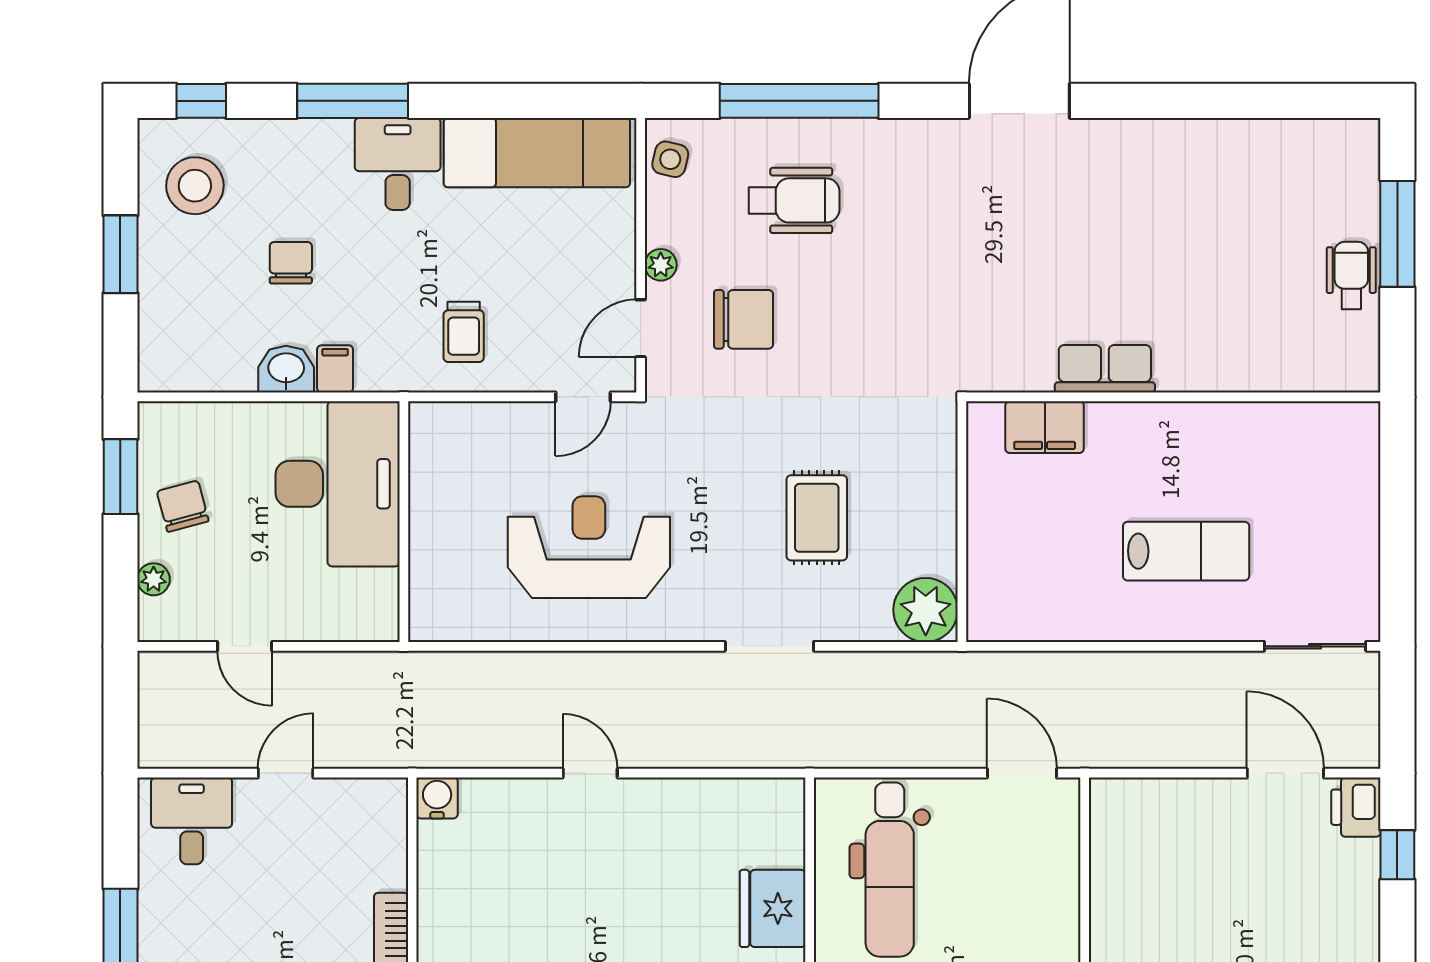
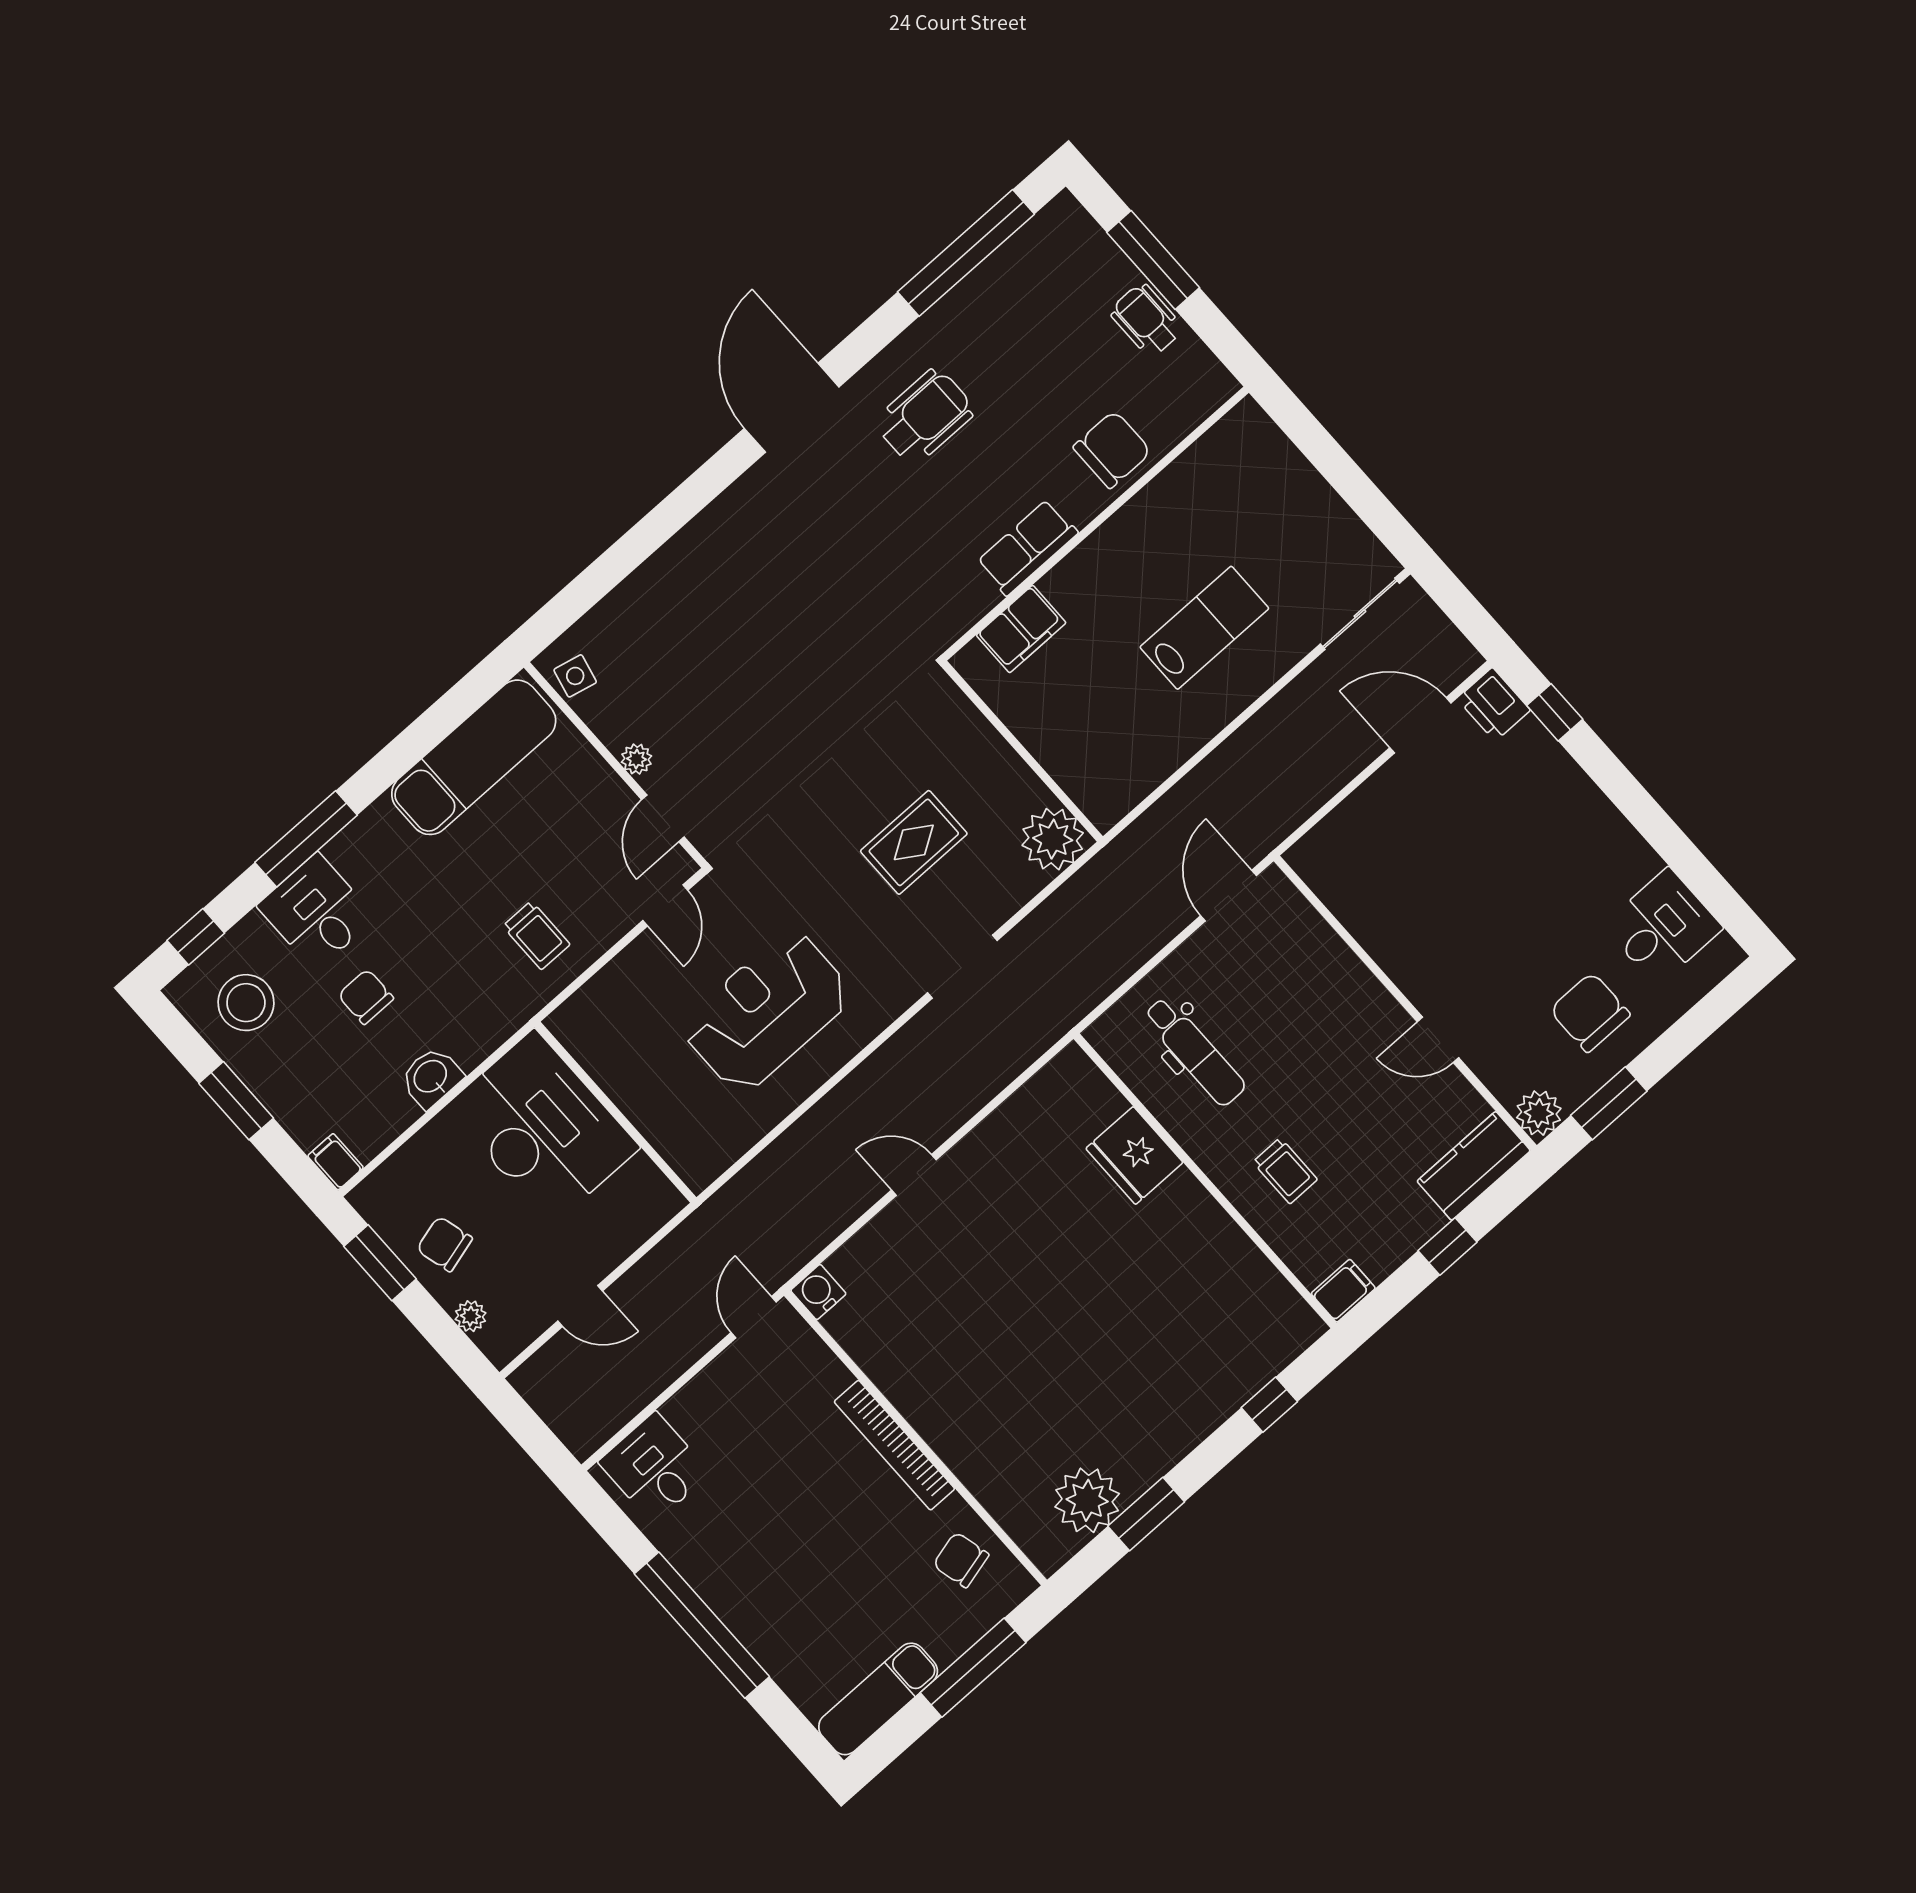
window: (799, 101) -> (966, 253), moved
desk: (398, 164) -> (316, 912), moved
wheelchair: (794, 200) -> (925, 416), moved
chair: (744, 319) -> (1112, 449), moved
filing cabinet: (335, 369) -> (336, 1162), moved
rug: (817, 518) -> (914, 842), turned 90
door: (286, 773) -> (754, 1317), moved
door: (1022, 773) -> (1228, 896), hinge flipped
dental chair: (890, 870) -> (1195, 1051), width x0.73, depth x0.72

